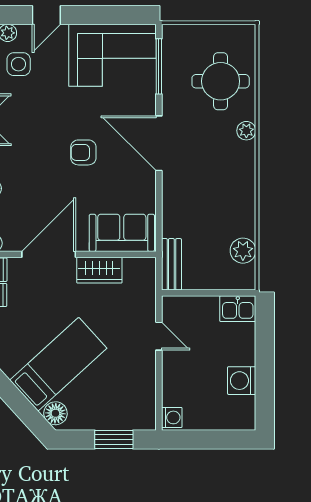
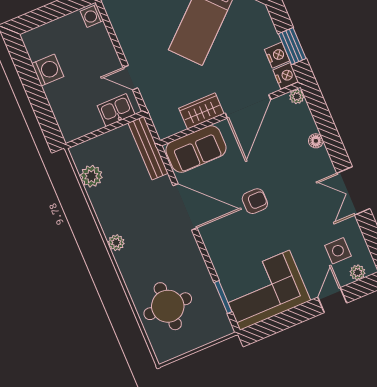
window: (159, 66) -> (223, 297), width x0.69
plant: (246, 131) -> (116, 243), moved
door: (159, 143) -> (185, 207), moved
bench: (171, 264) -> (148, 148), width x1.36
kitchen sink: (238, 309) -> (116, 110), moved

